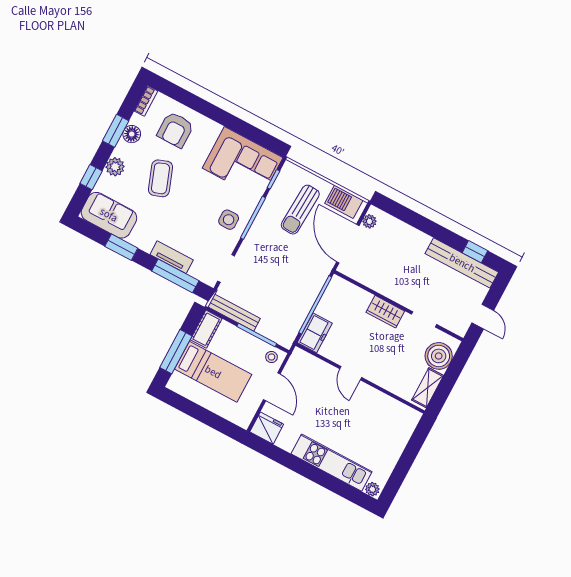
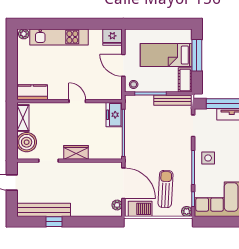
plant: (289, 169) -> (187, 211), added
window: (475, 252) -> (54, 222), moved
kitchen counter: (400, 413) -> (32, 92), added

